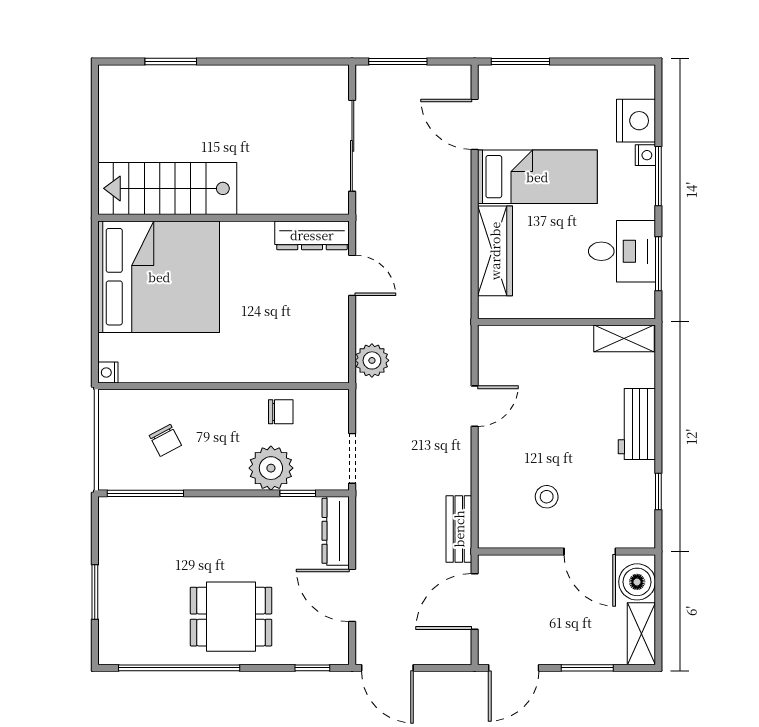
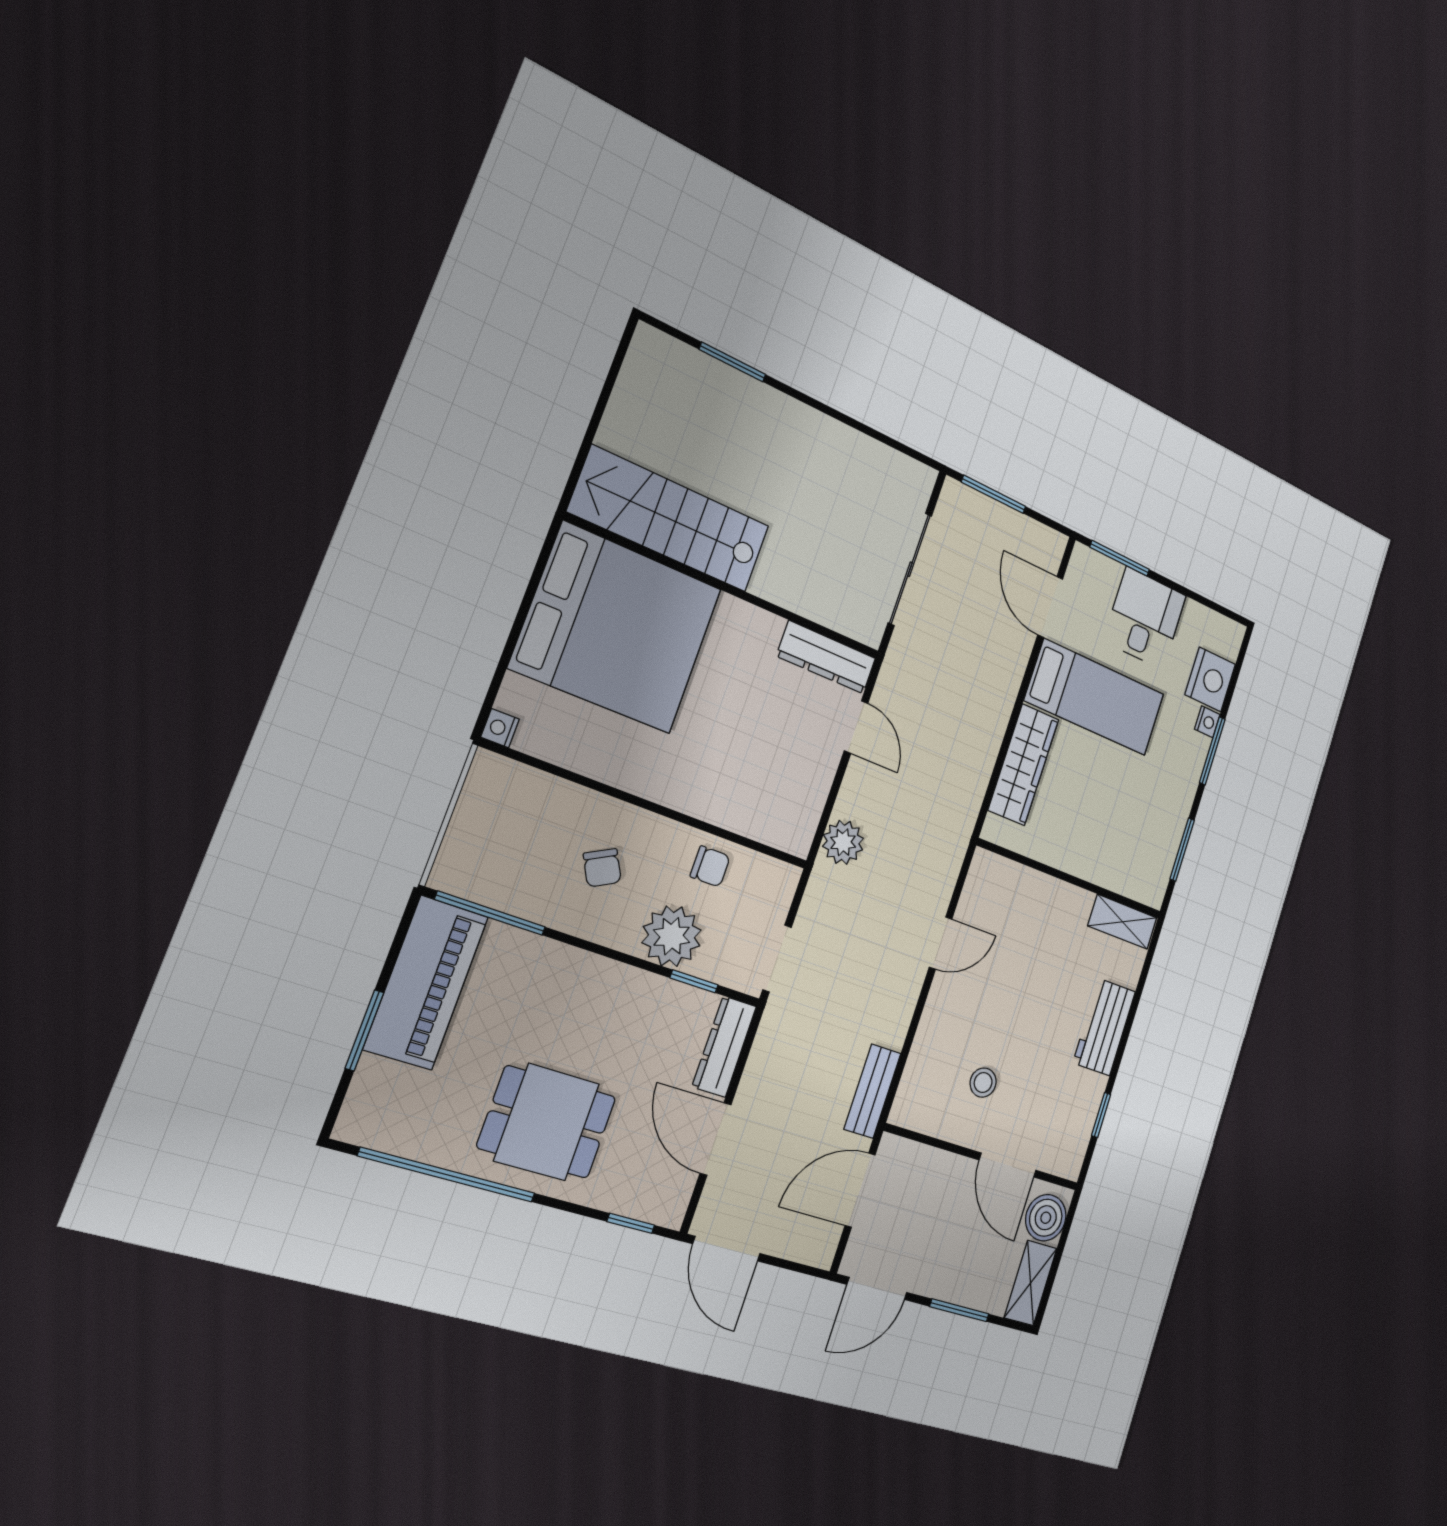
desk: (622, 251) -> (1145, 618), moved, turned -90
chair: (165, 440) -> (602, 868), moved
piano: (121, 550) -> (426, 983), added

